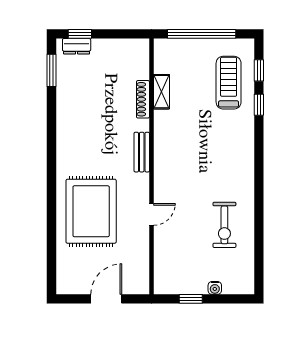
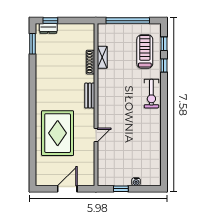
exercise bike: (224, 225) -> (151, 94), moved

